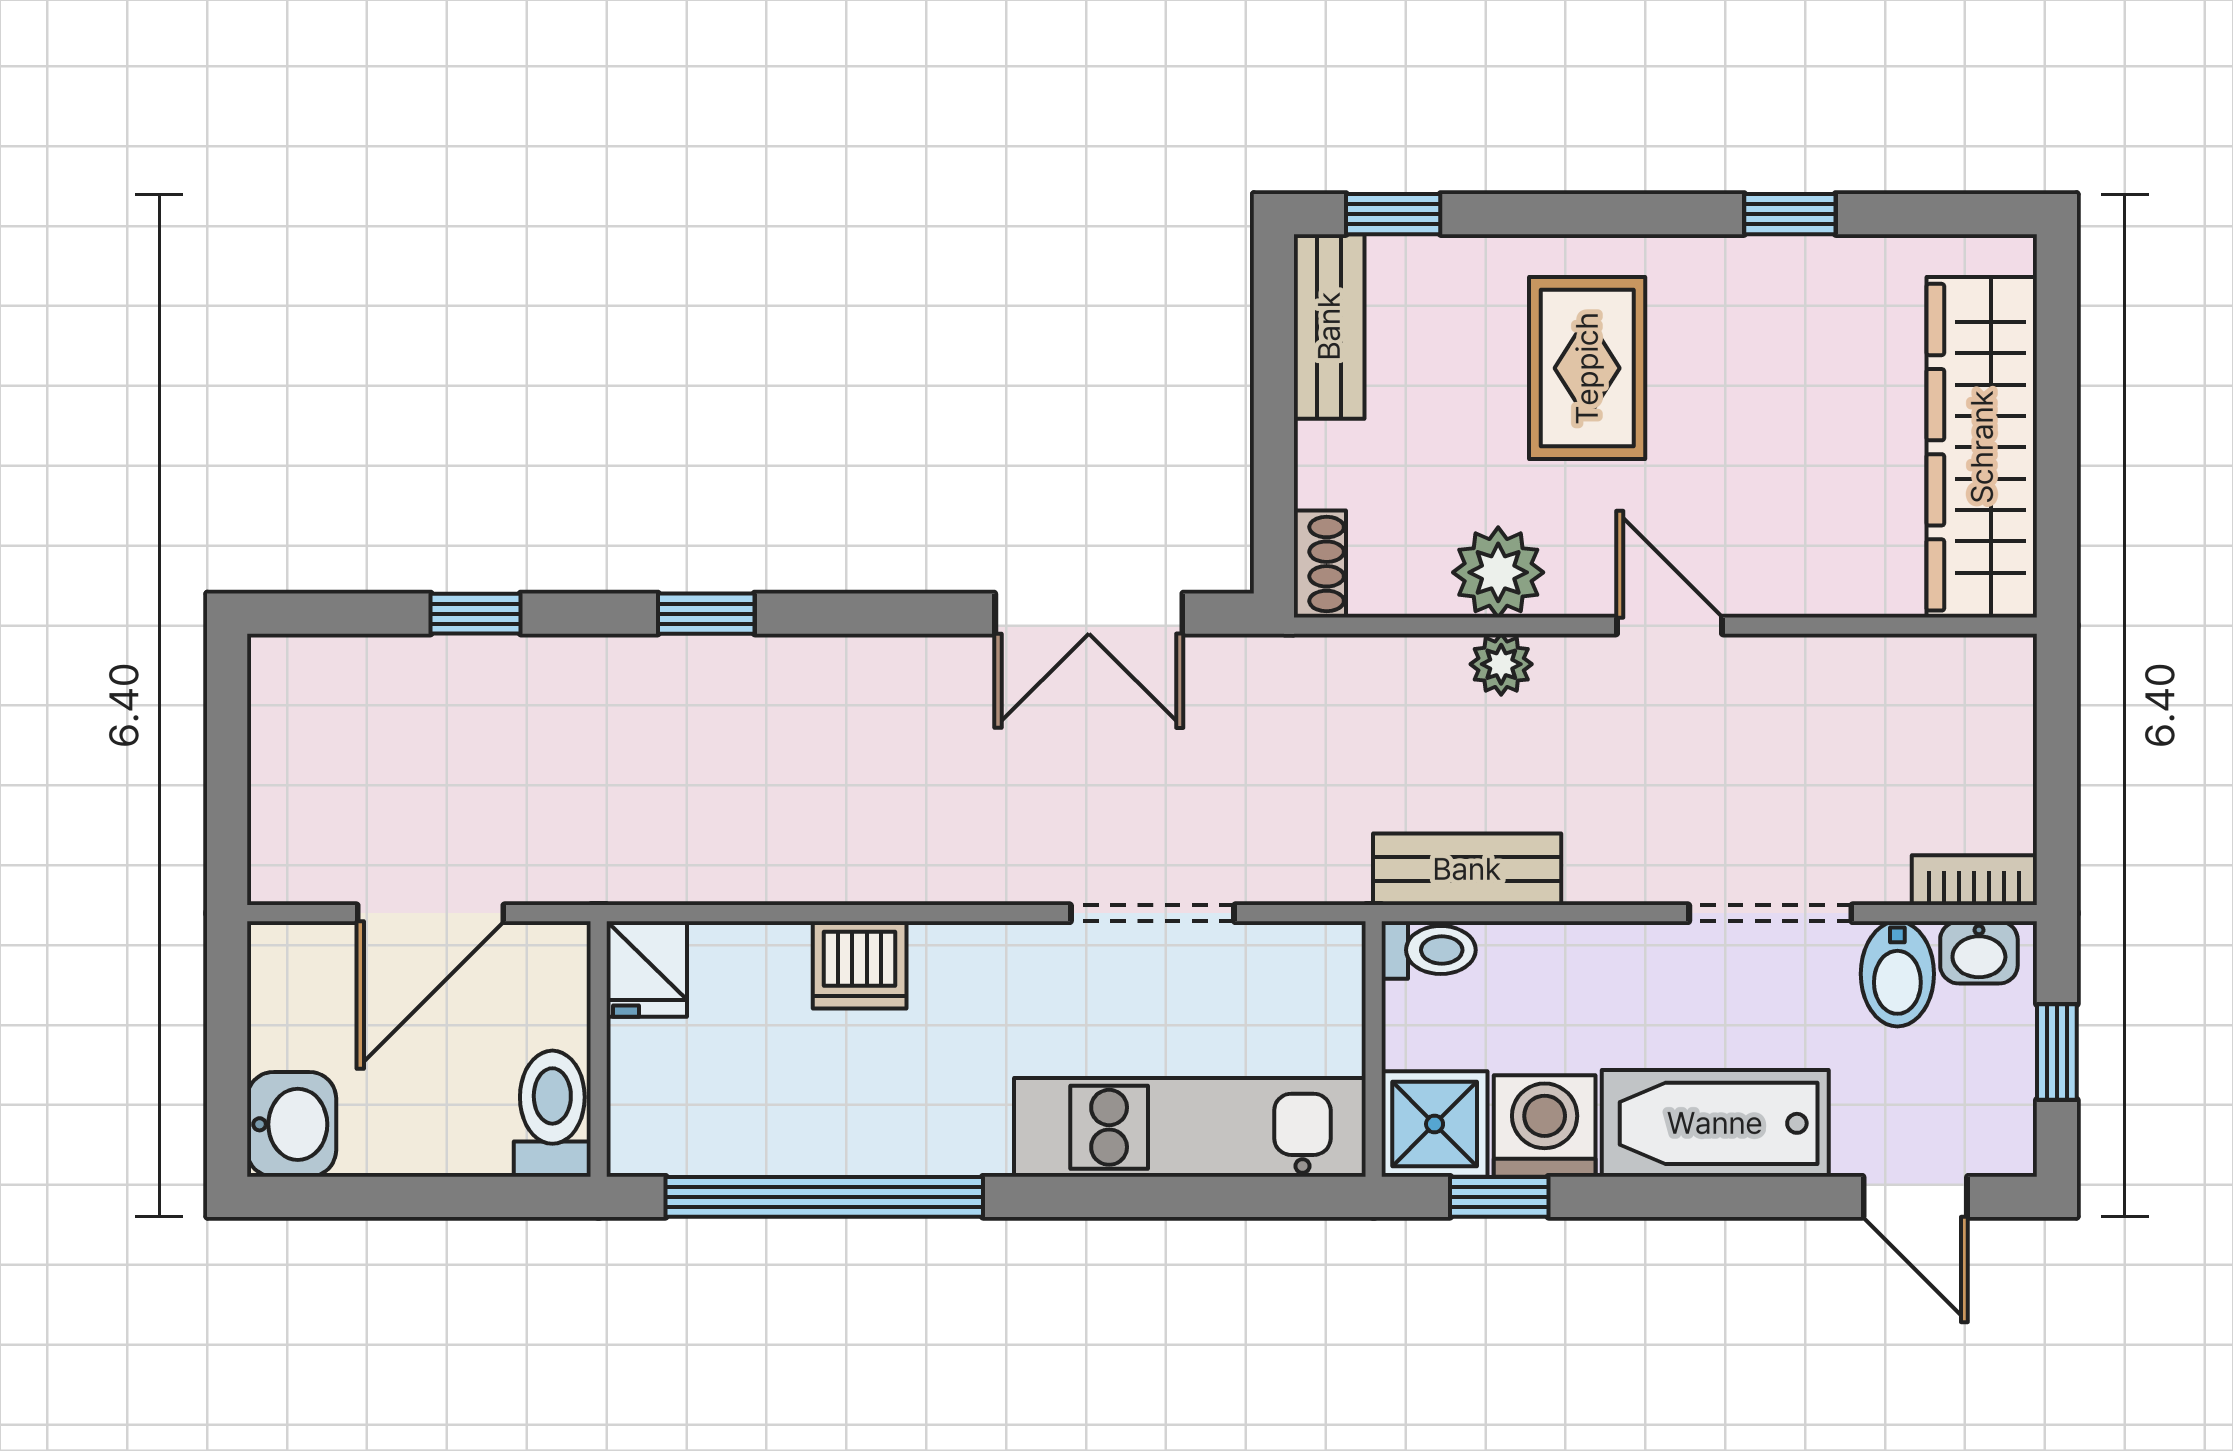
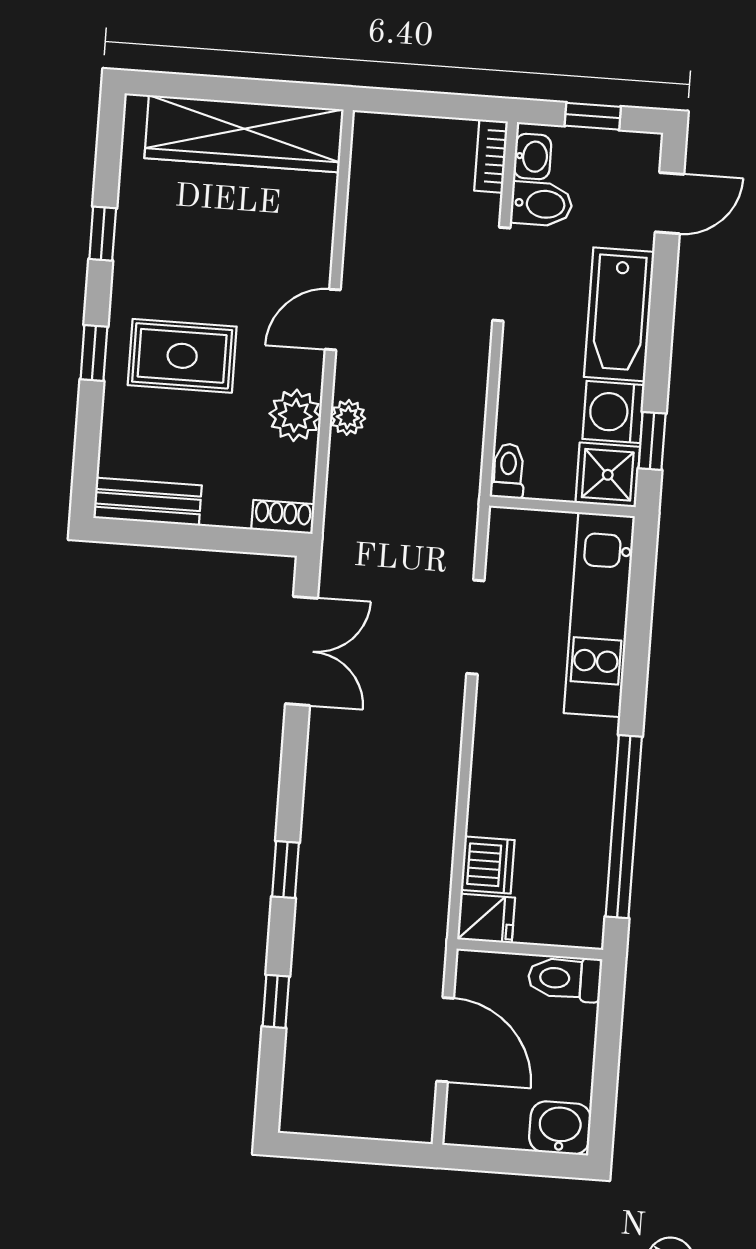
window: (1393, 214) -> (94, 353), moved
bench: (1467, 869) -> (464, 445), removed
dishwasher: (860, 965) -> (488, 865), moved

